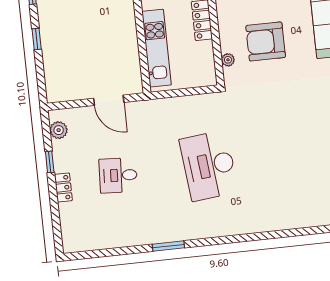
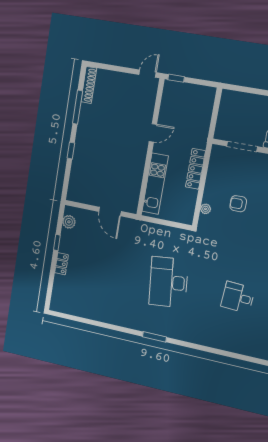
armchair: (266, 41) -> (238, 204), width x0.53, depth x0.53
desk: (118, 175) -> (238, 297), moved
window: (168, 246) -> (154, 337), moved

